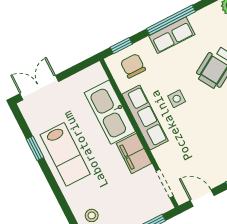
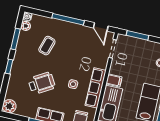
filing cabinet: (134, 153) -> (114, 80), width x0.50

